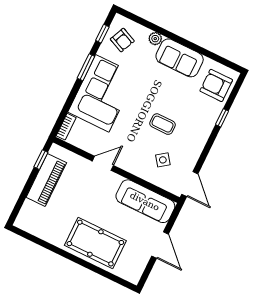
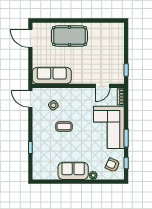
armchair: (216, 85) -> (43, 165), removed
door: (103, 163) -> (103, 86), moved
piano: (46, 180) -> (117, 59), removed
door: (160, 245) -> (30, 38), moved

